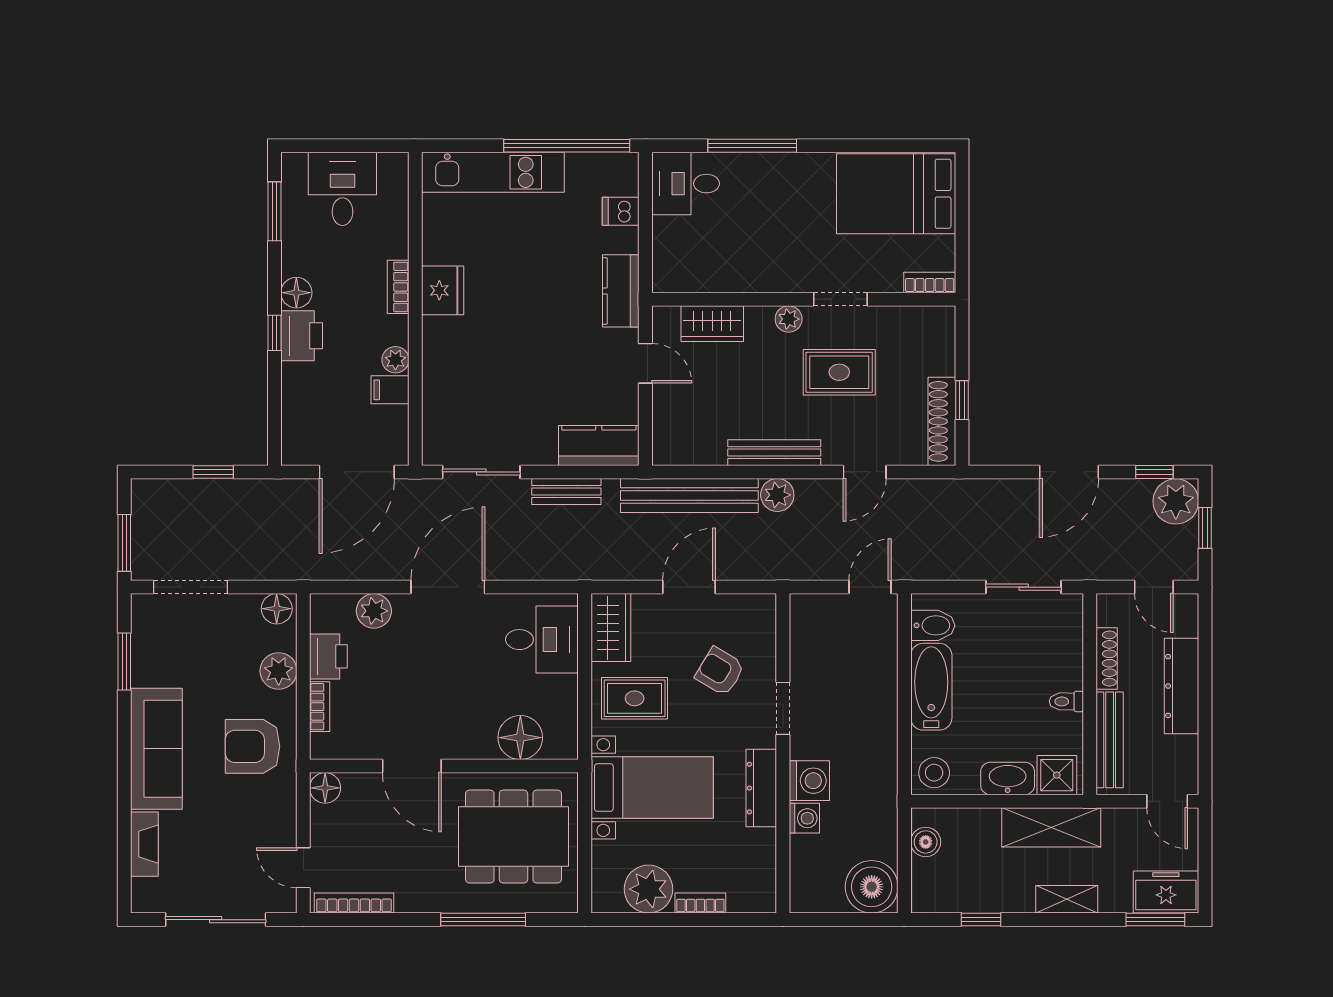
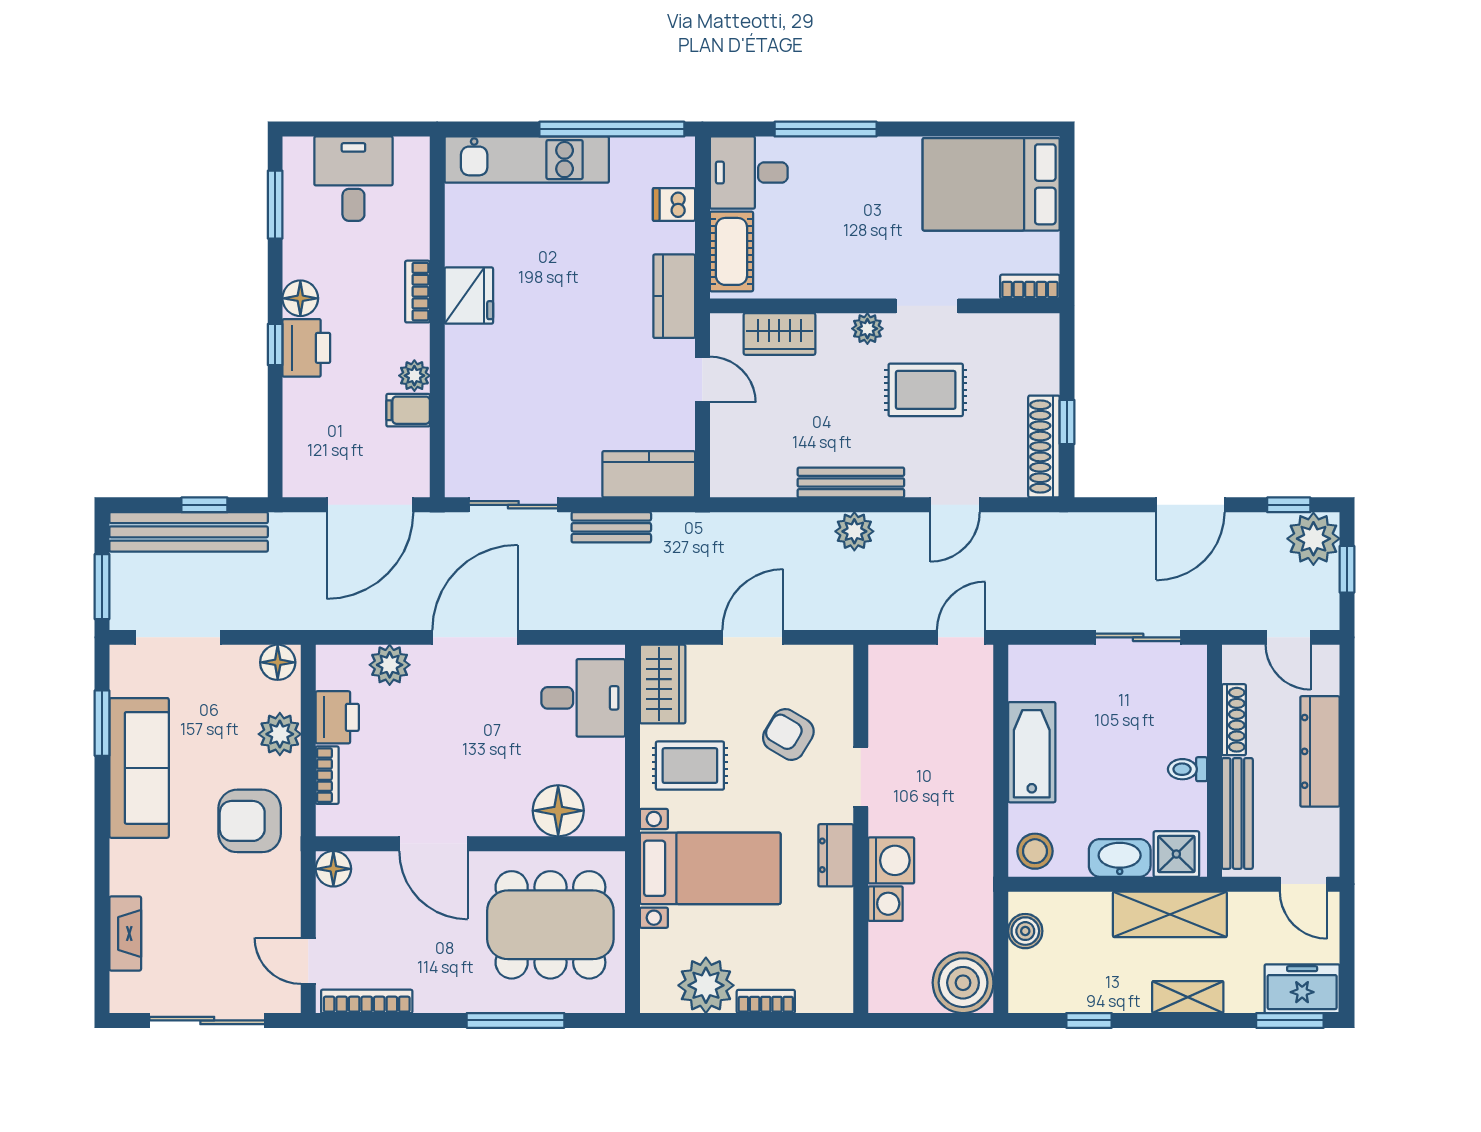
cot: (671, 252) -> (731, 251), added
bench: (689, 495) -> (189, 532), moved
bidet: (933, 625) -> (1033, 682), removed
sofa: (156, 749) -> (139, 768), moved
dresser: (761, 788) -> (836, 855), width x0.70

